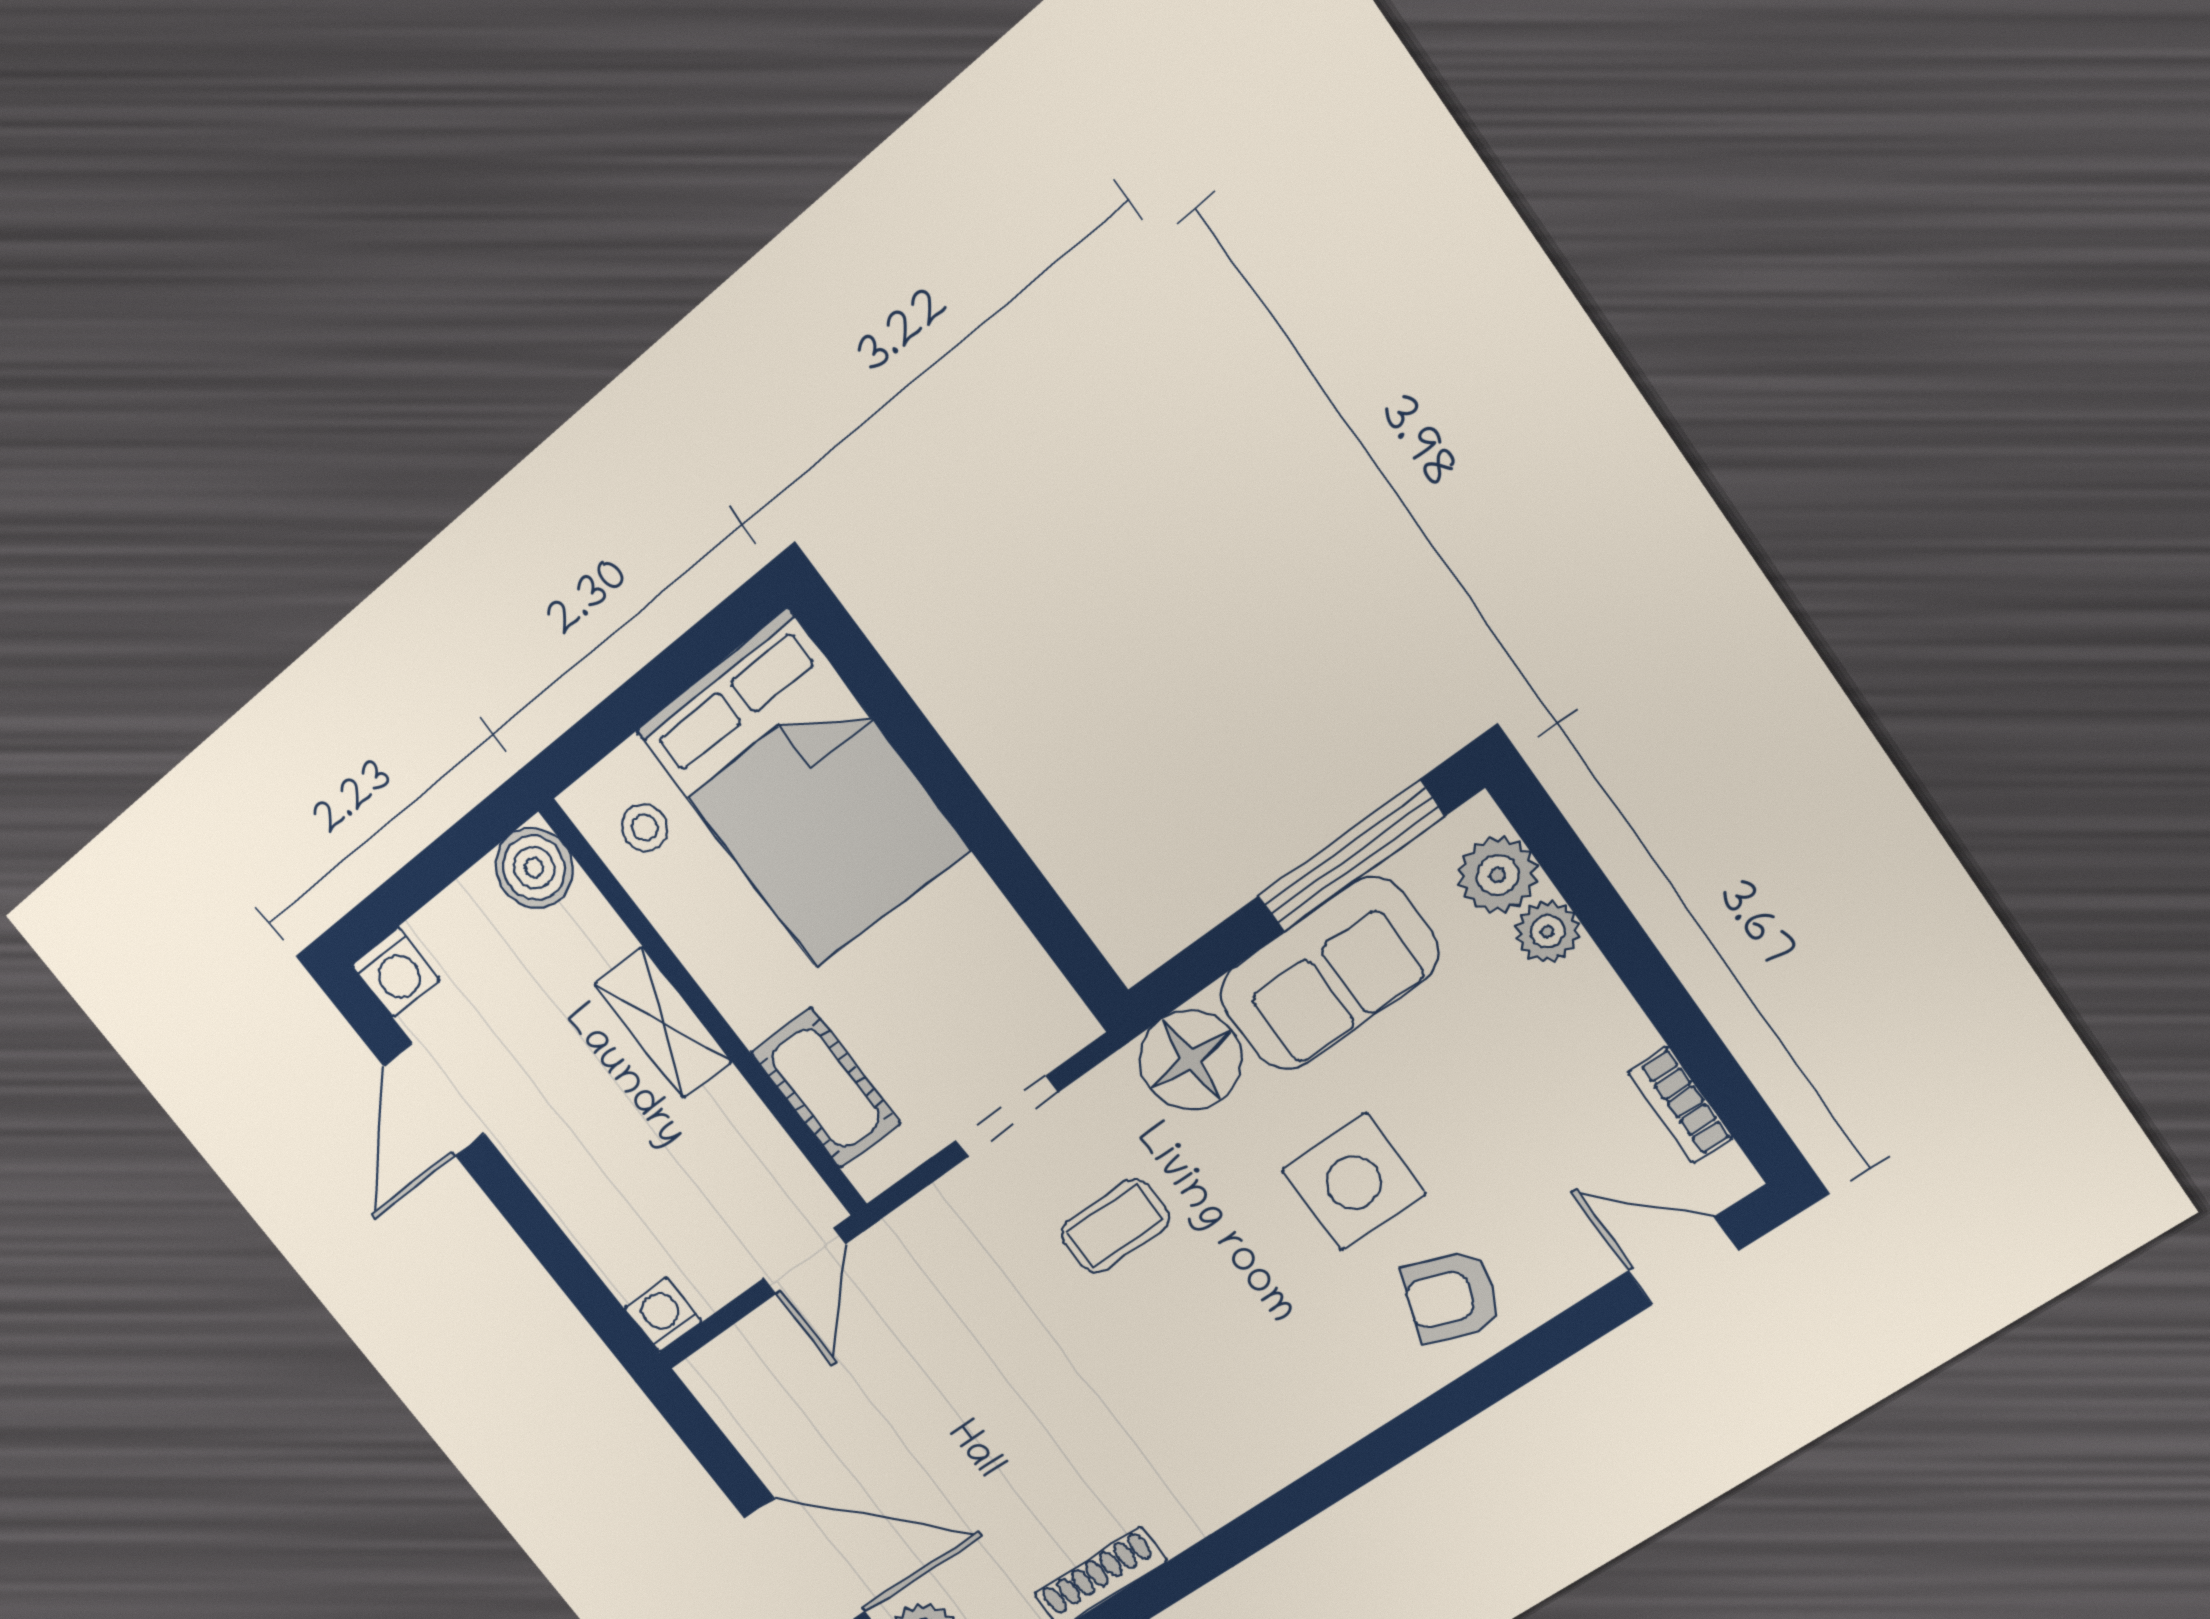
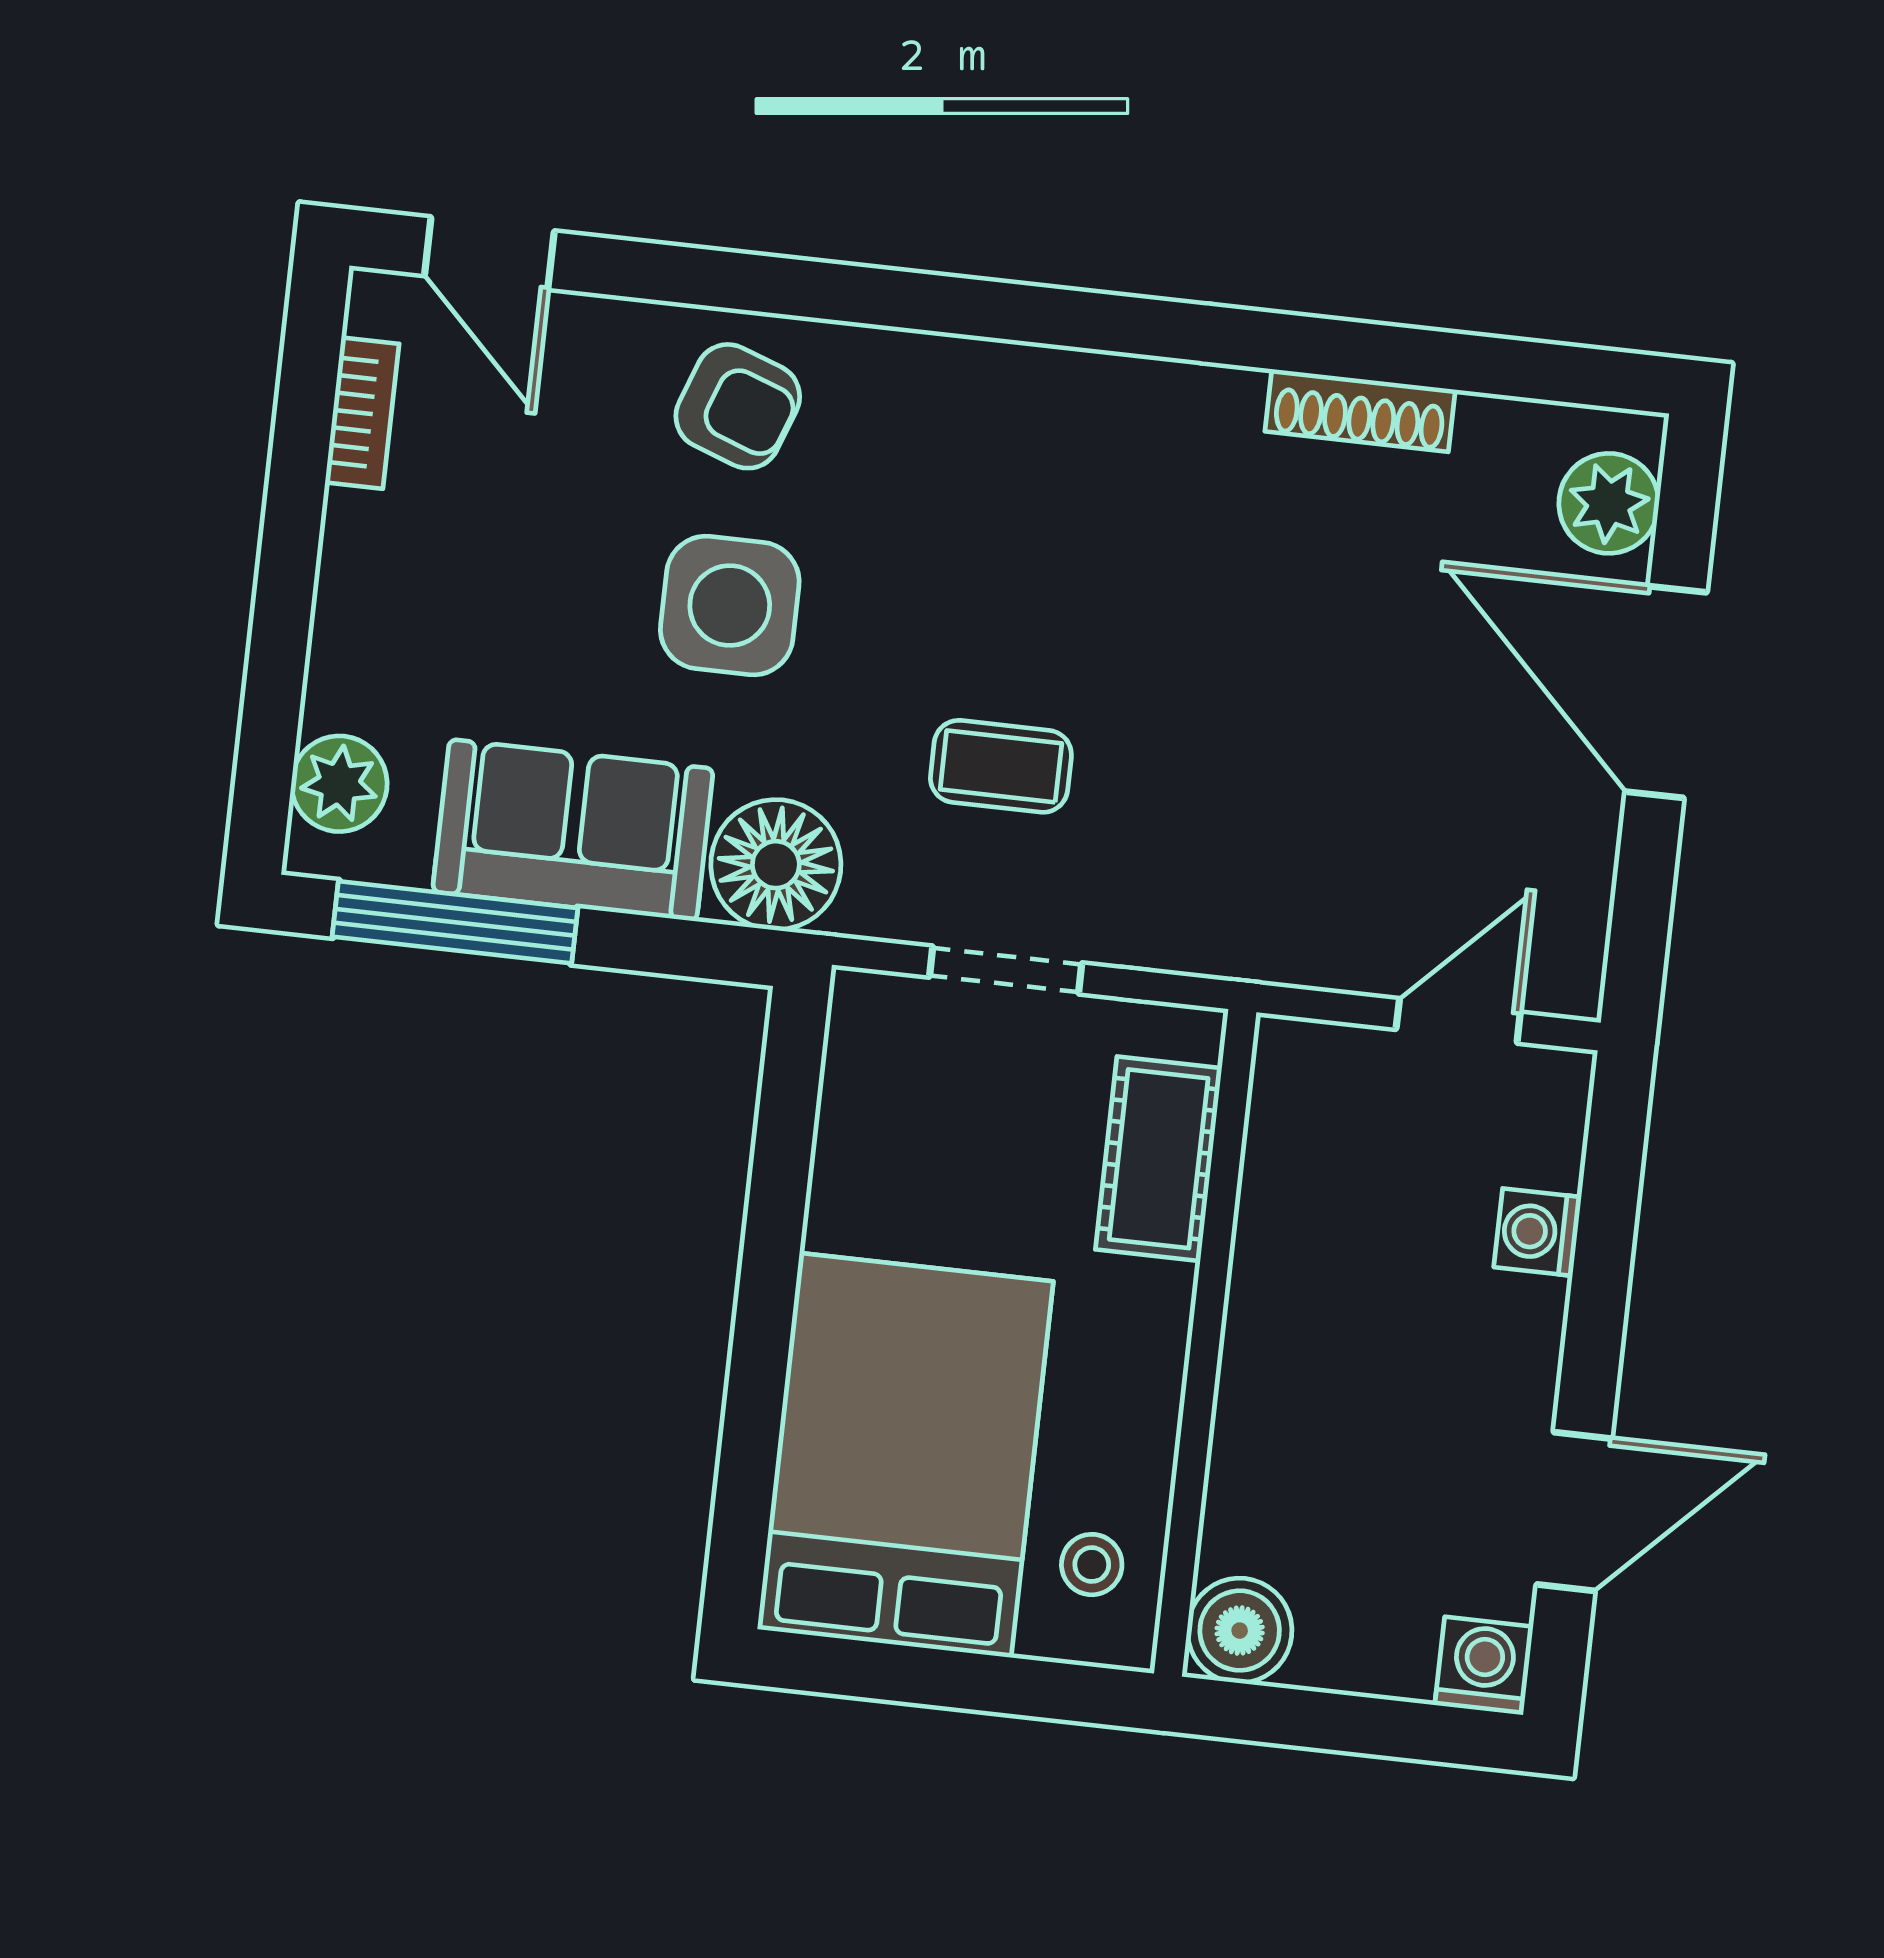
plant: (1547, 932) -> (340, 689), removed
shelving: (663, 1023) -> (1260, 1369), removed
door: (804, 1261) -> (1458, 1021), moved
washing machine: (663, 1315) -> (1538, 1232), moved, turned 90

